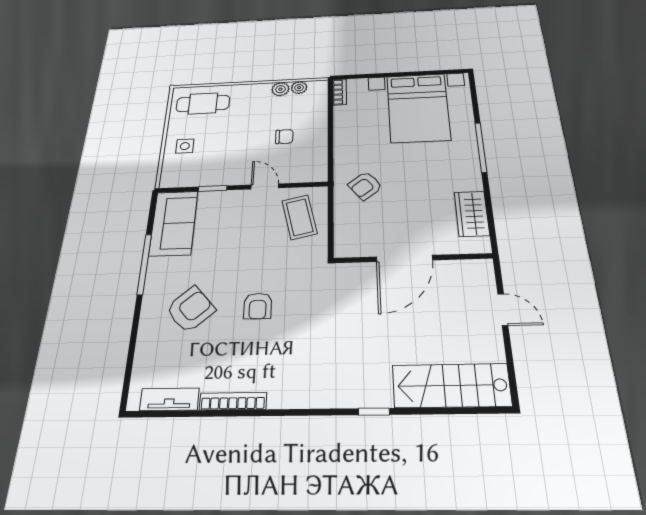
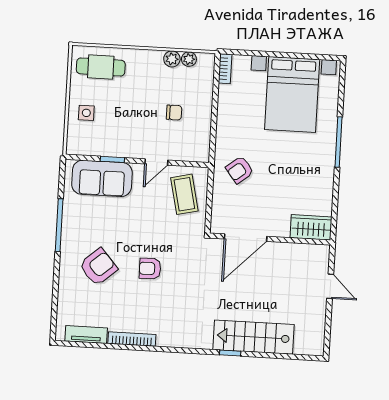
door: (265, 186) -> (156, 162), swing flipped
wardrobe: (472, 214) -> (311, 227), moved, turned 90
sofa: (174, 223) -> (102, 178), moved, turned 90
door: (404, 258) -> (246, 238), moved
armchair: (258, 306) -> (150, 268), turned 89
stairs: (451, 386) -> (254, 337), moved

